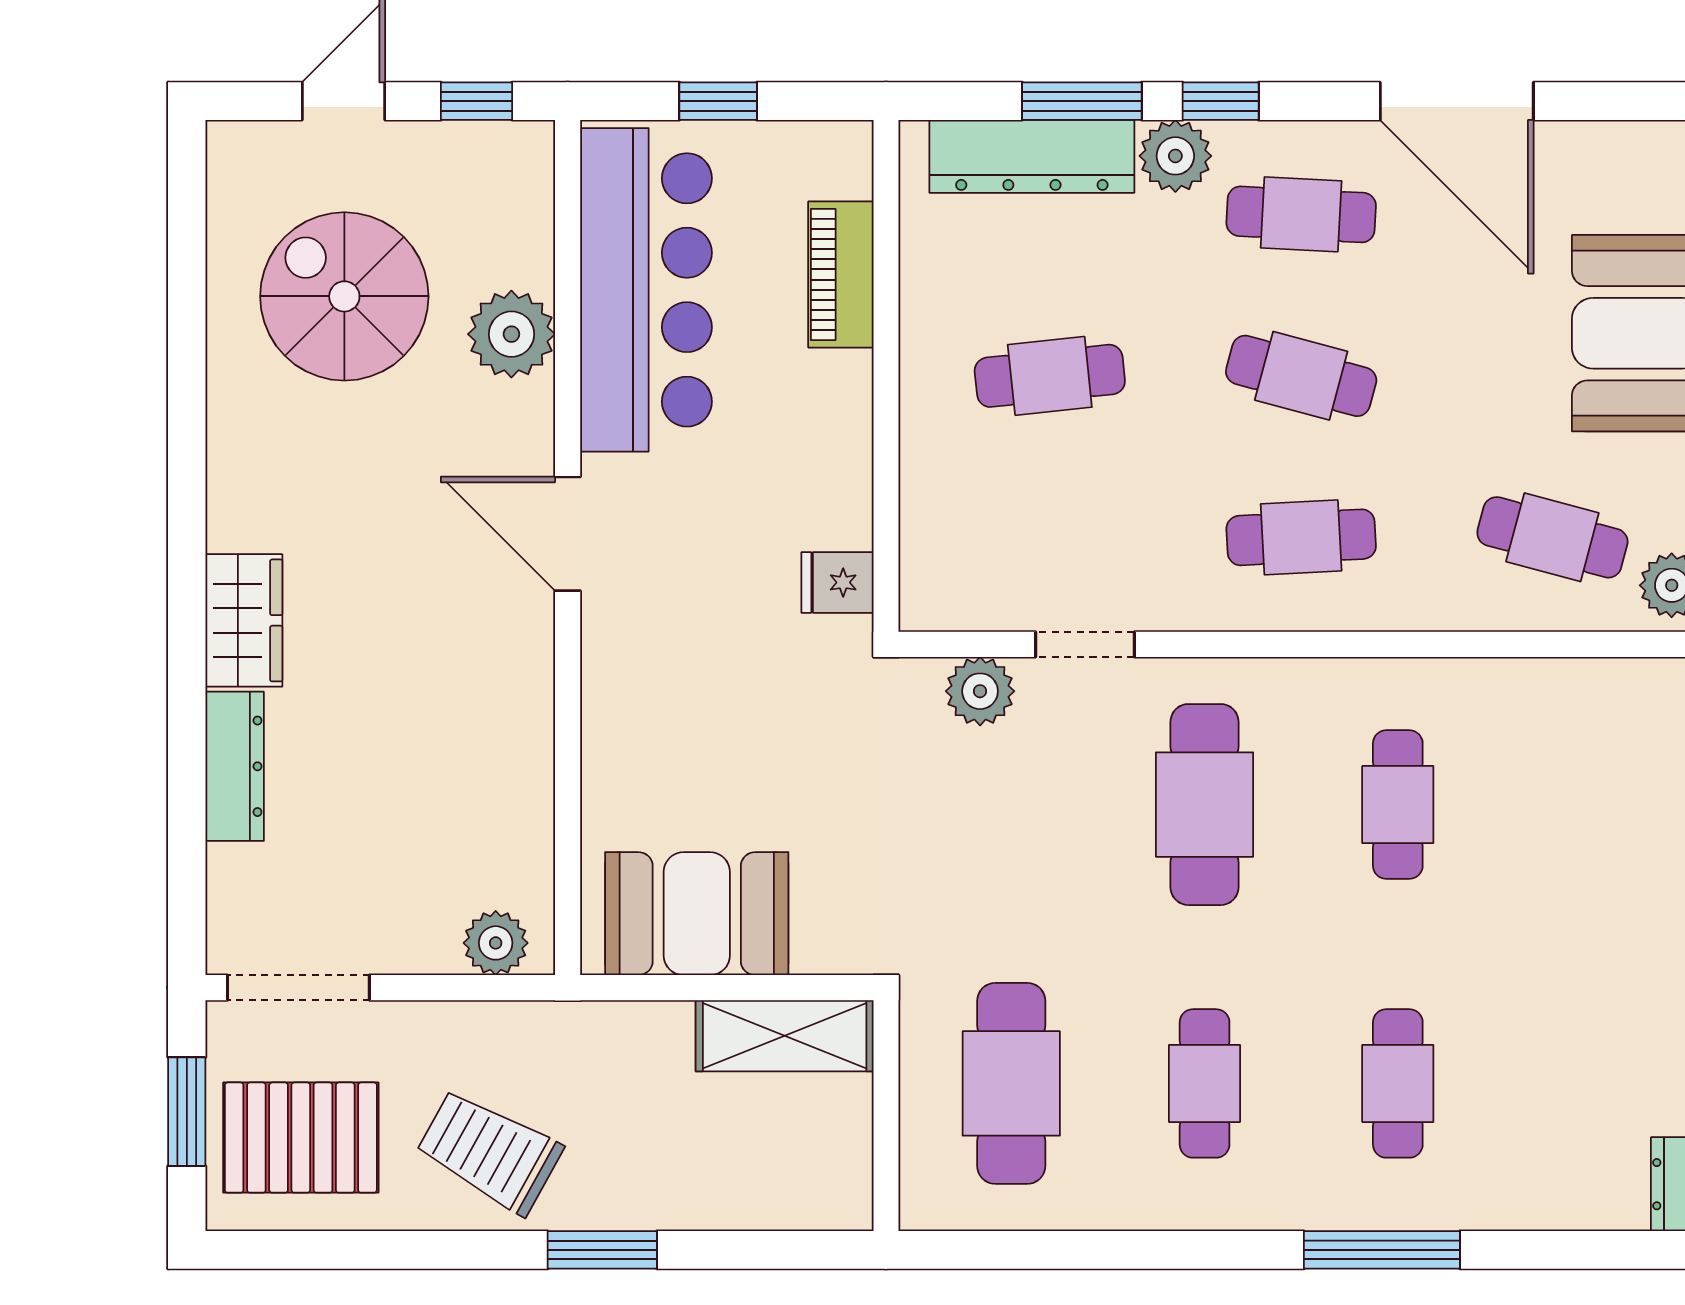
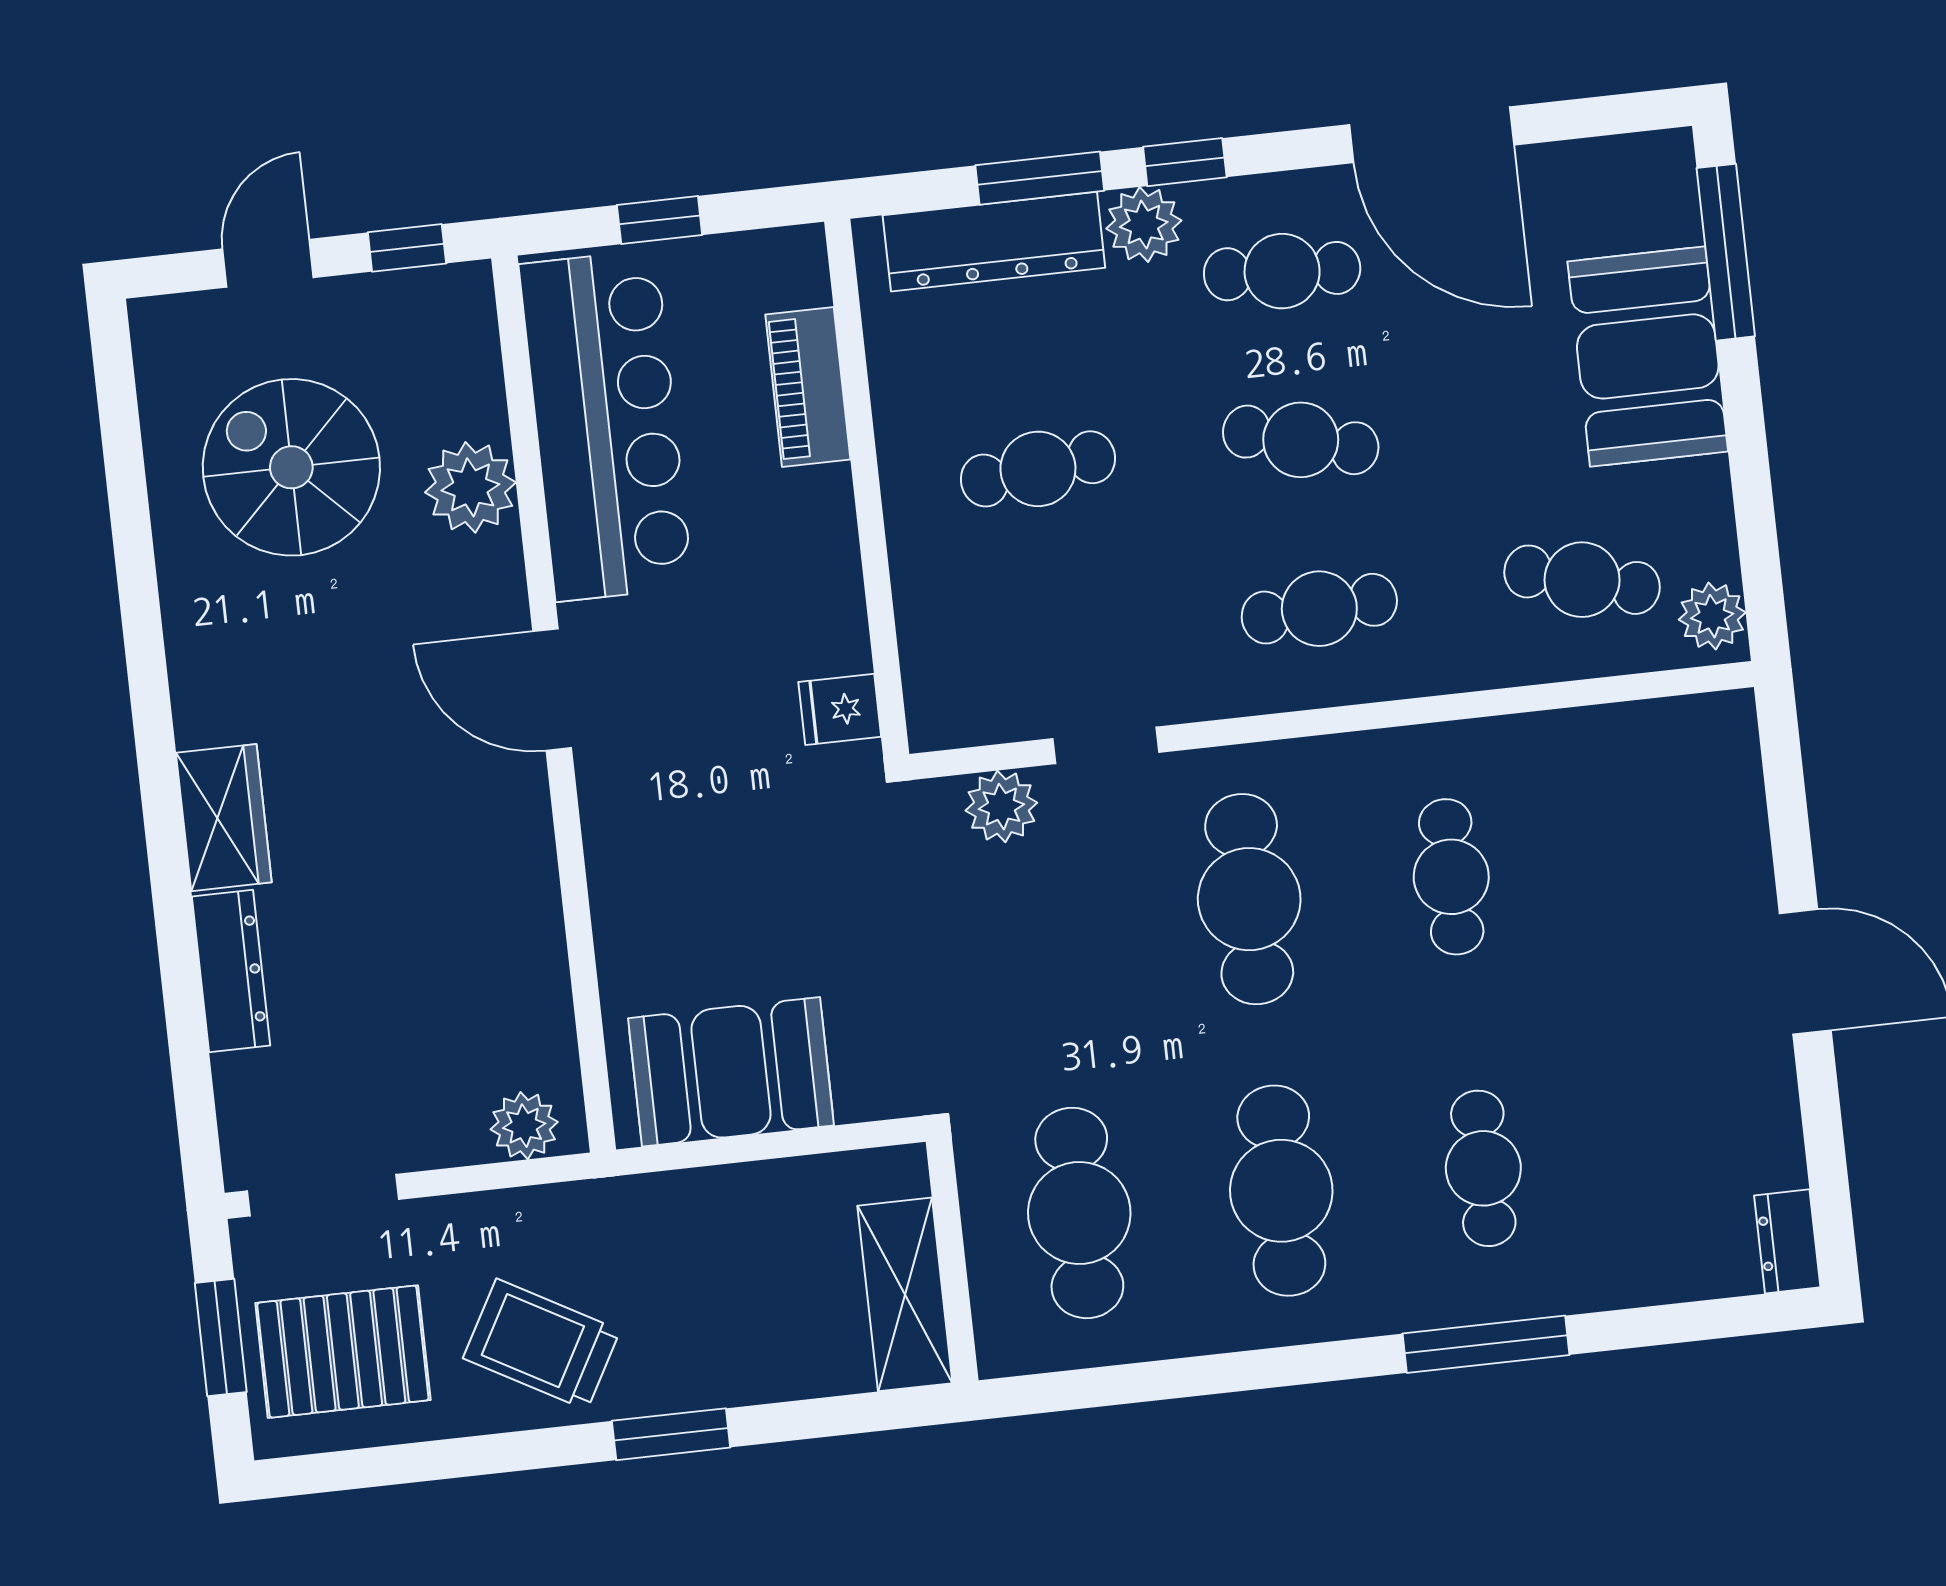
shelving: (785, 1036) -> (905, 1294), moved, turned 90
cafe table: (1205, 1083) -> (1281, 1191), width x1.37, depth x1.35

